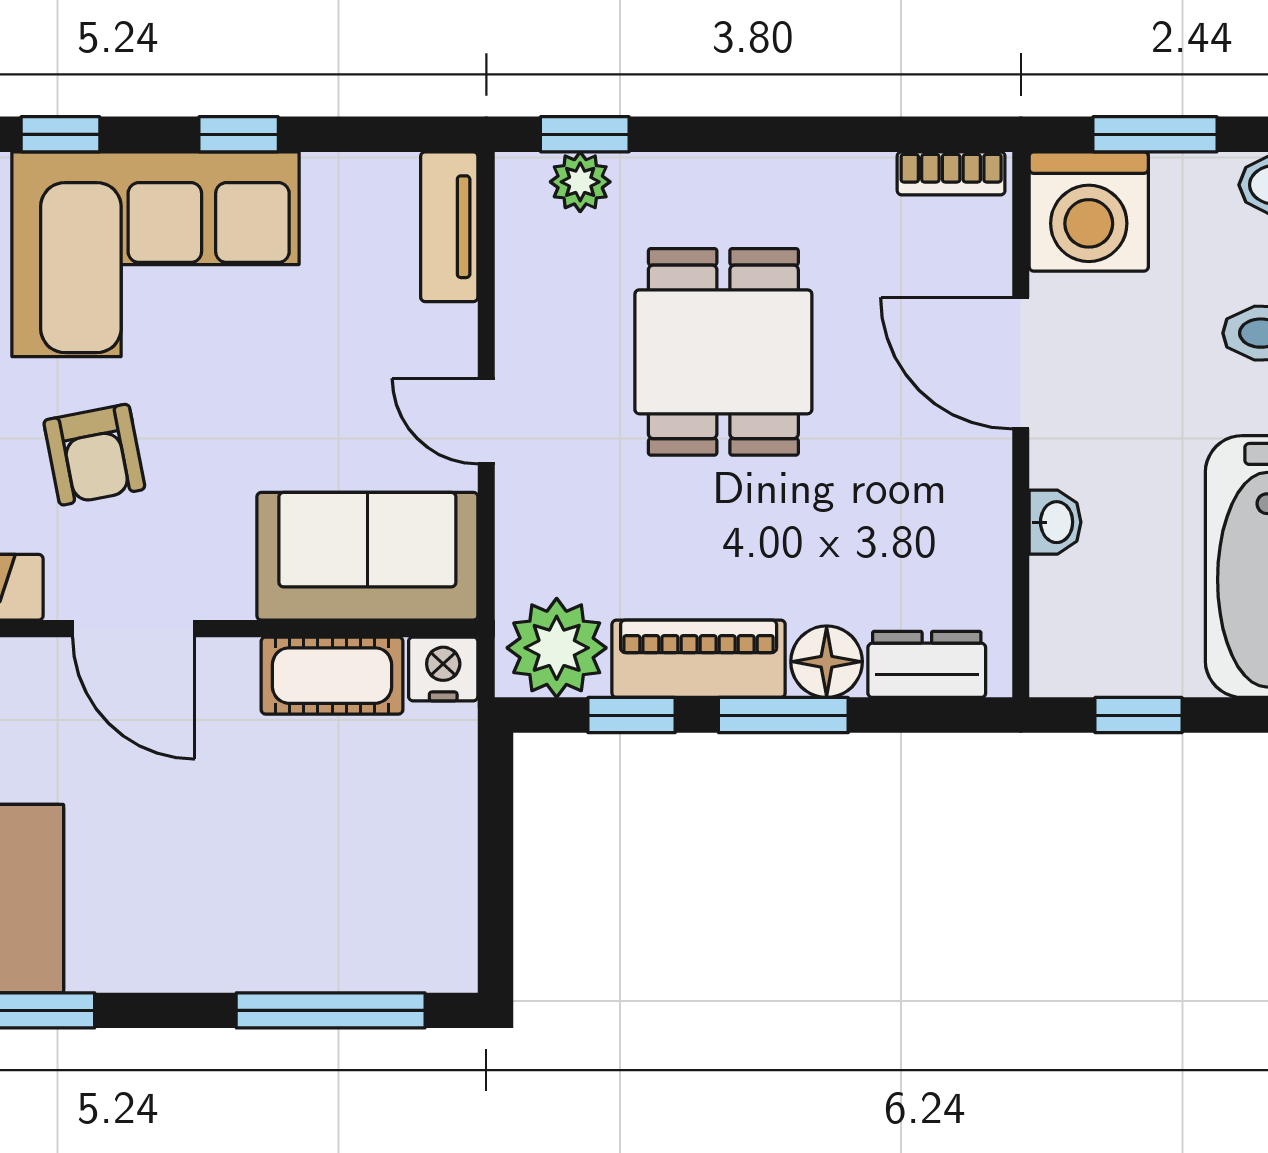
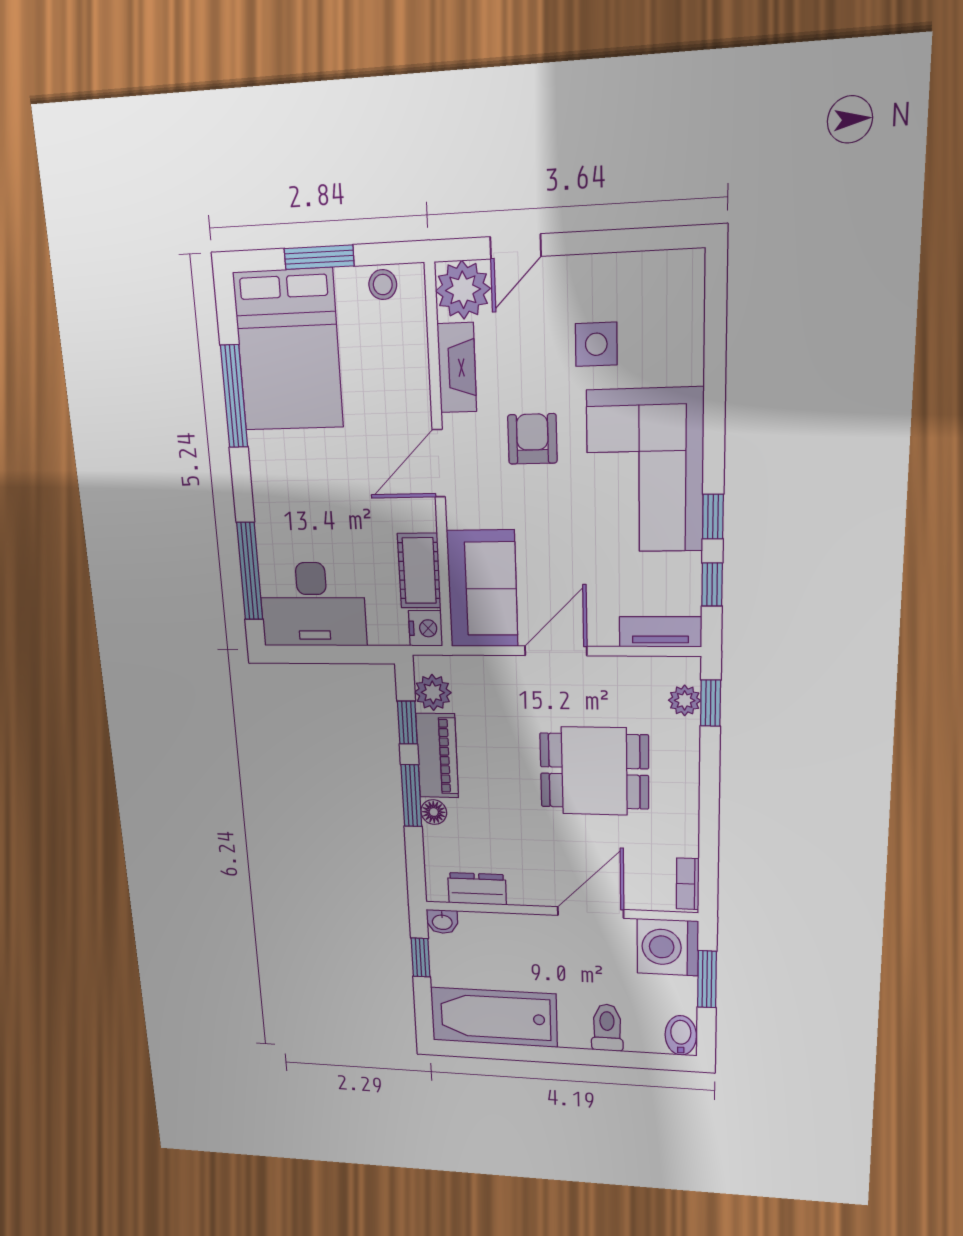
window: (60, 134) -> (712, 585), moved
door: (486, 421) -> (556, 651), width x1.38
armchair: (94, 455) -> (532, 439), turned 101
washbasin: (1055, 522) -> (442, 922), moved
plant: (557, 648) -> (433, 692), width x0.73, depth x0.73
floor lamp: (827, 662) -> (434, 812), width x0.73, depth x0.73
dresser: (927, 664) -> (477, 889), moved, turned -90
desk: (396, 889) -> (313, 604), added

